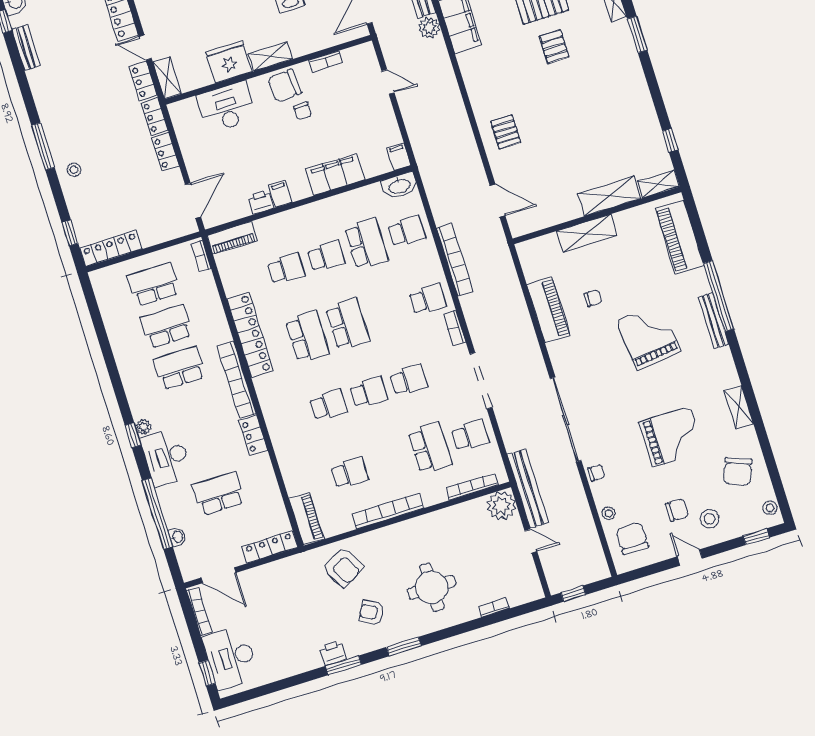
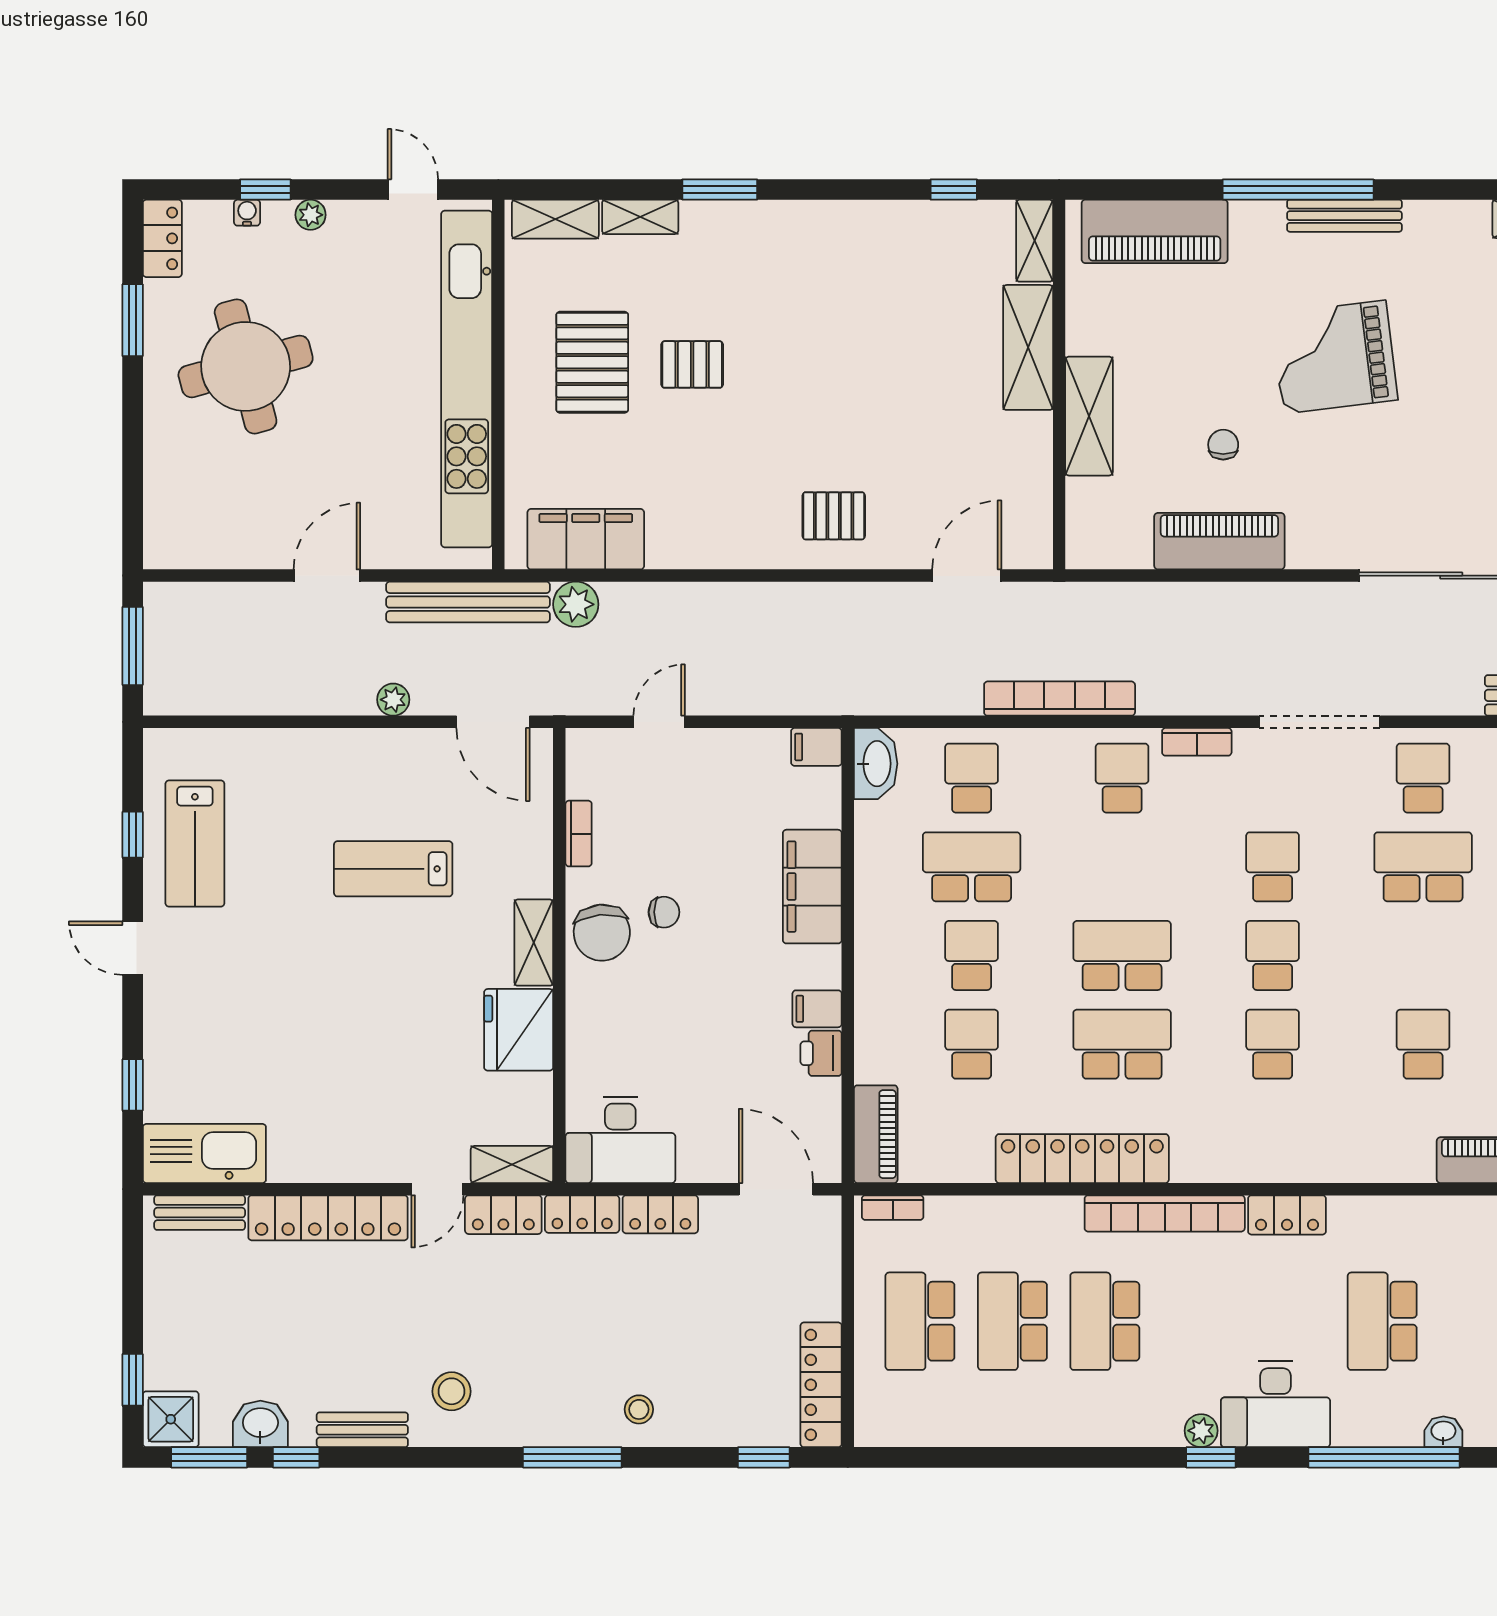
stool: (56, 82) -> (452, 1391), added
desk: (227, 107) -> (620, 1140), moved, turned -90

